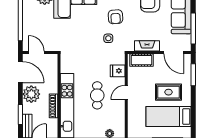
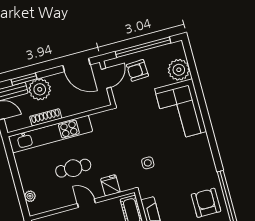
armchair: (115, 17) -> (137, 70), moved
door: (20, 72) -> (77, 65), hinge flipped
plant: (31, 94) -> (40, 89), moved

